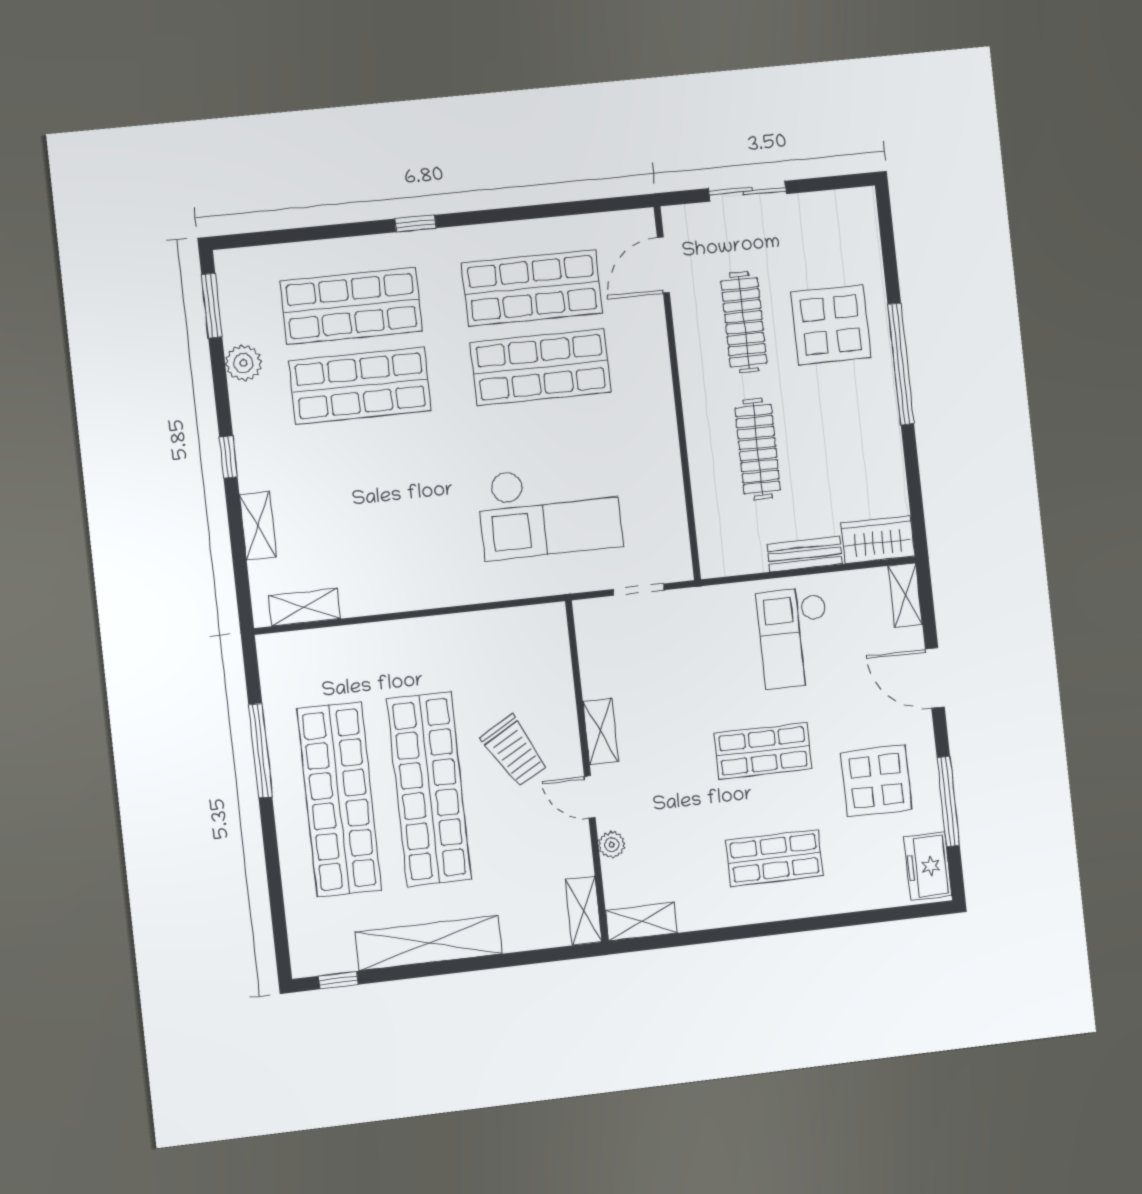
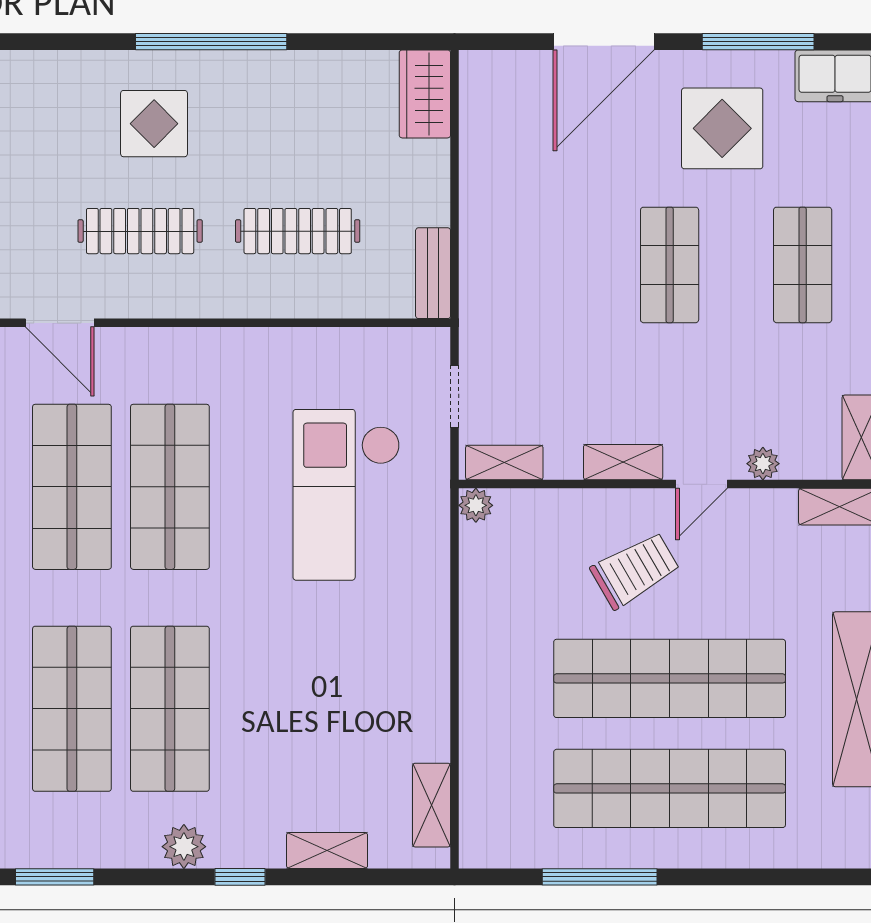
display table: (831, 325) -> (154, 124), width x0.73, depth x0.73
plant: (243, 363) -> (184, 847), moved
checkout: (550, 511) -> (346, 495), turned 180
bench: (805, 554) -> (433, 273), moved
shelving: (905, 595) -> (504, 463), moved
plant: (553, 616) -> (476, 505), added
checkout: (795, 638) -> (534, 211), removed
door: (935, 678) -> (604, 42), width x1.36

